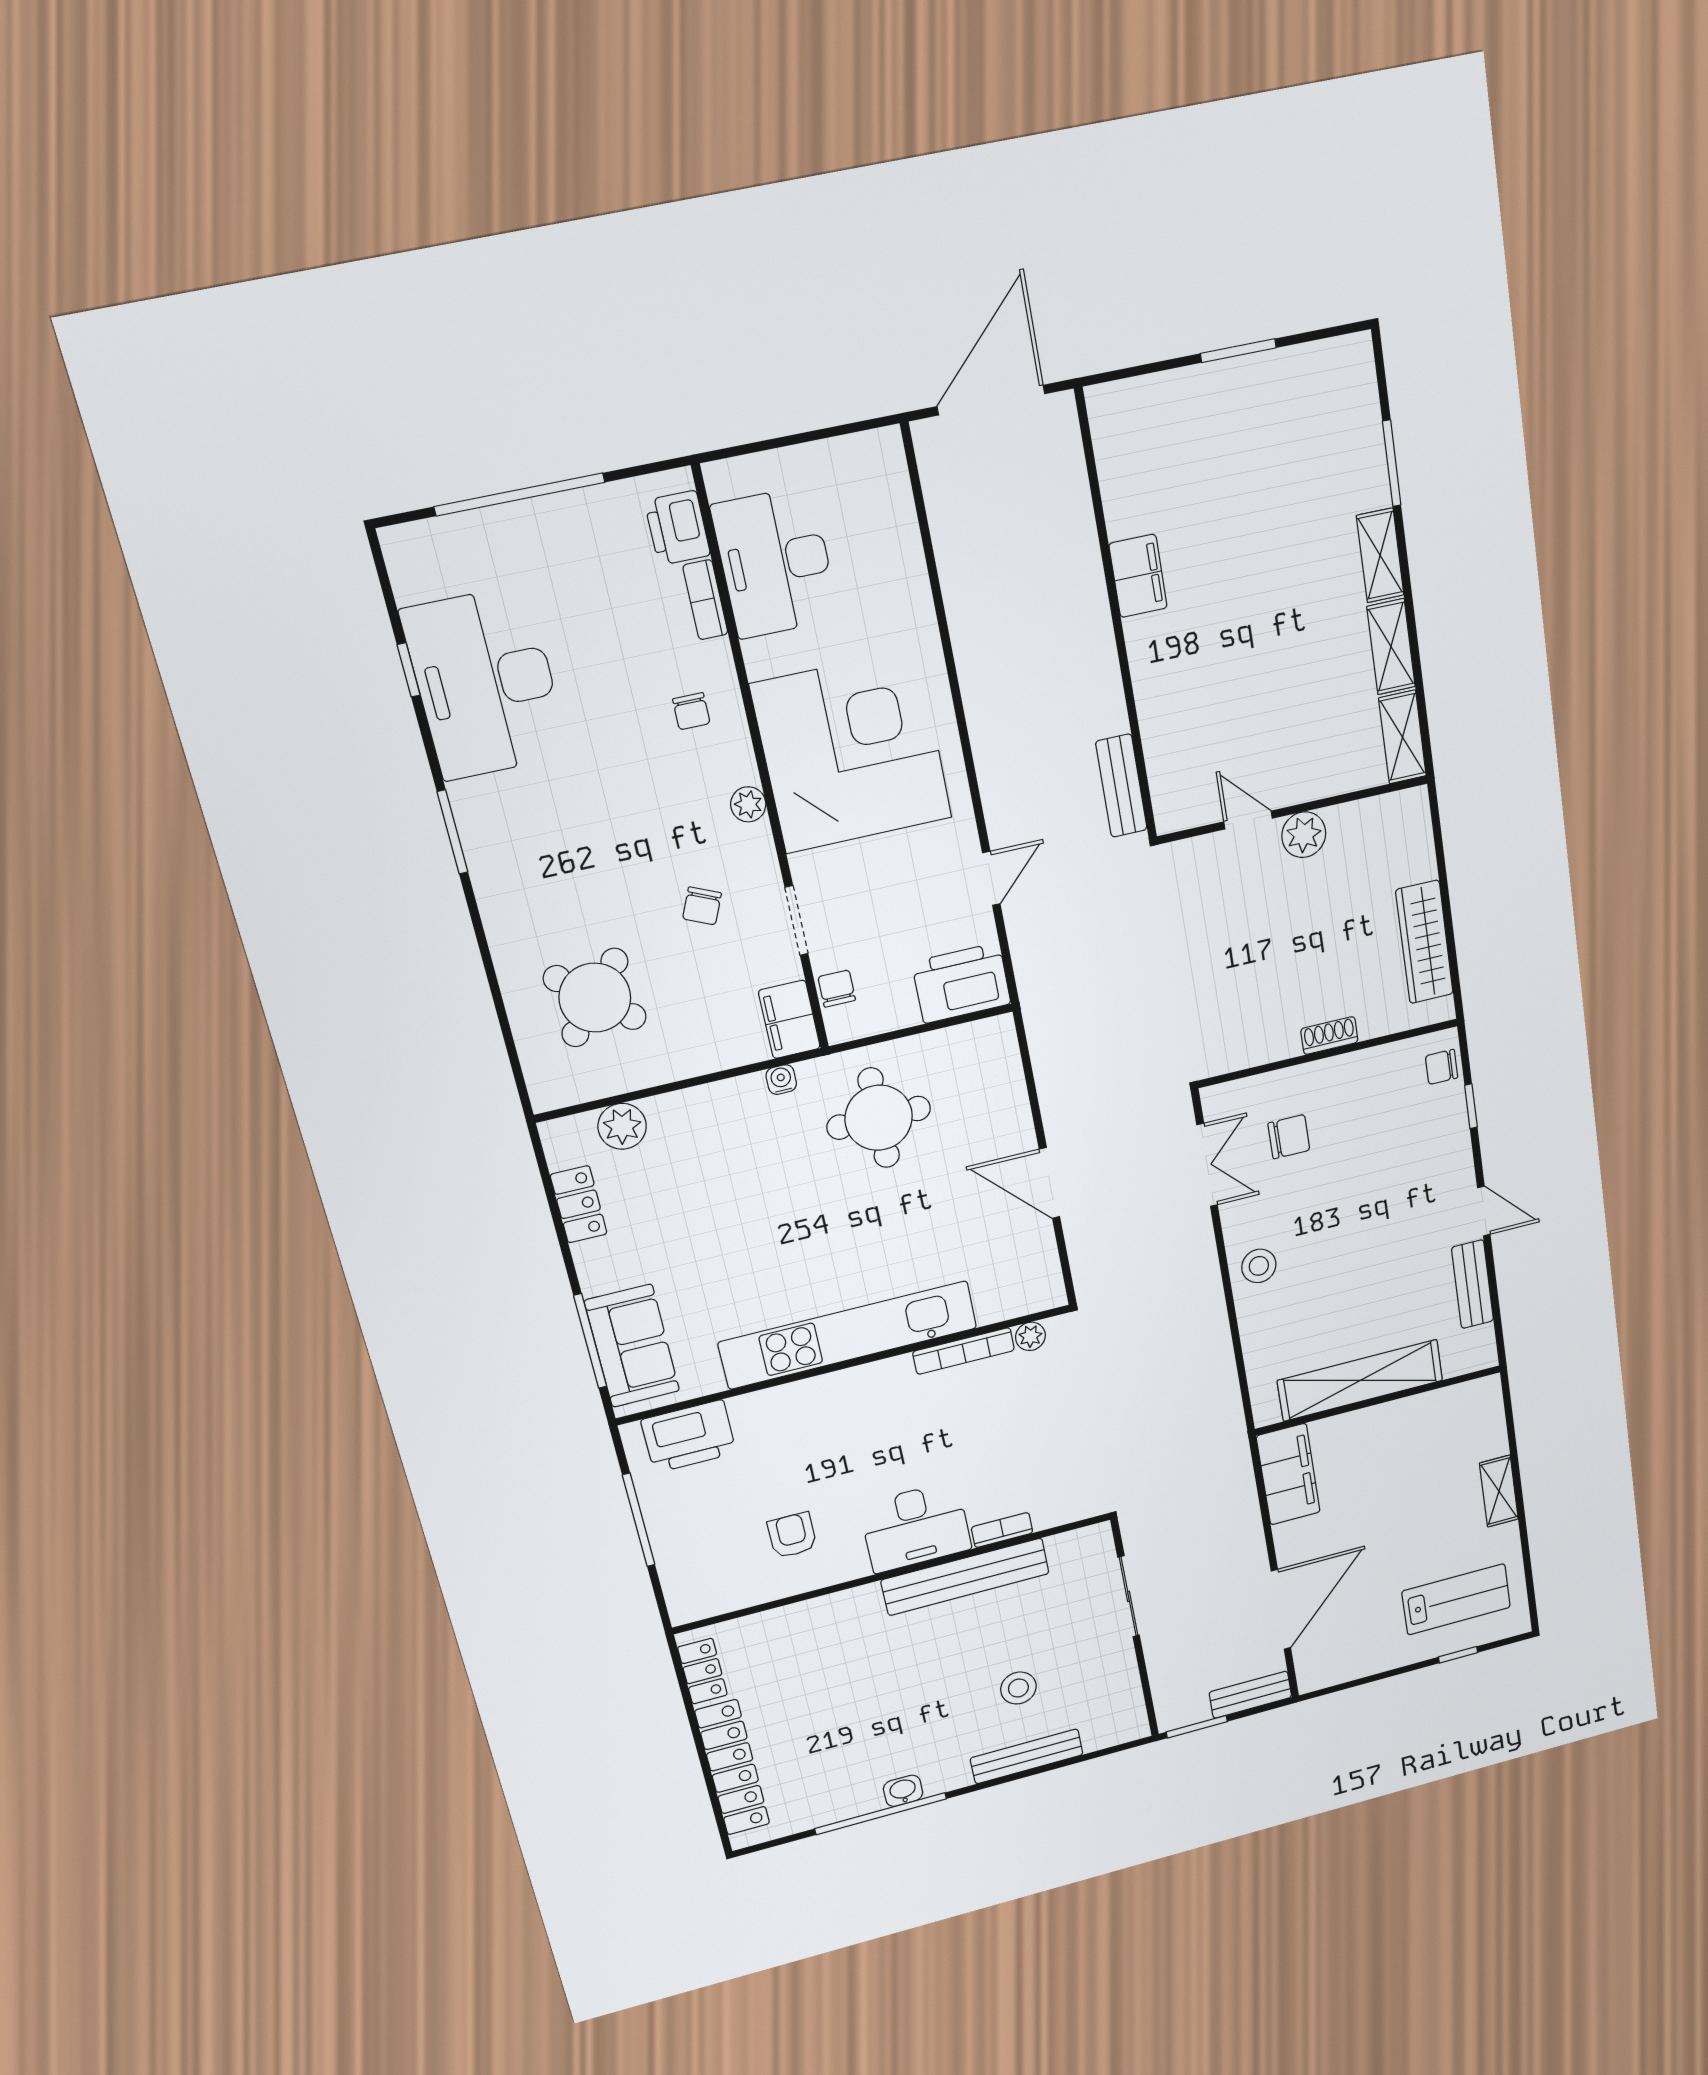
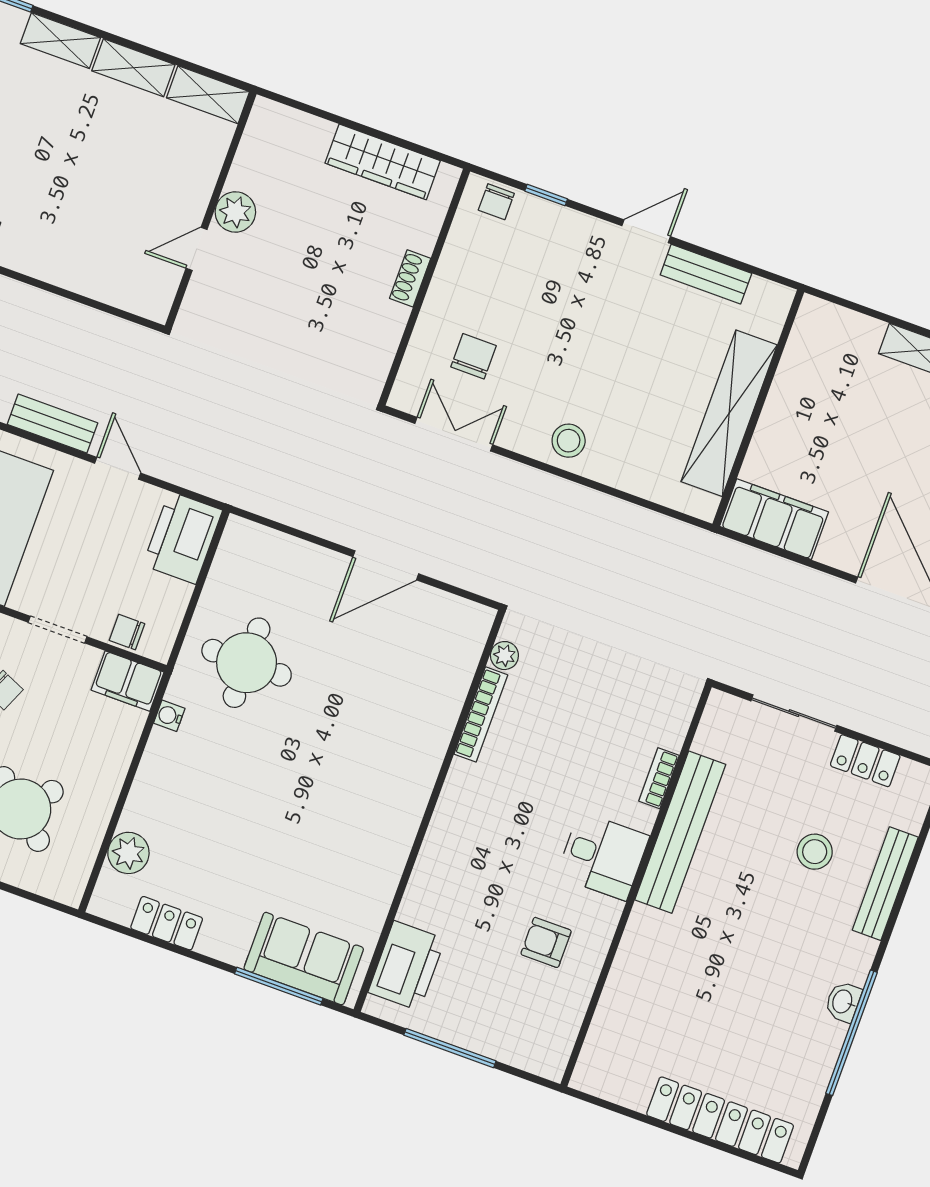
bench: (1121, 786) -> (52, 424), moved
kitchen unit: (848, 1335) -> (406, 794), removed
desk: (915, 1527) -> (603, 856), width x0.73
locker: (703, 1671) -> (865, 761), moved, turned 180

